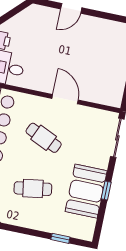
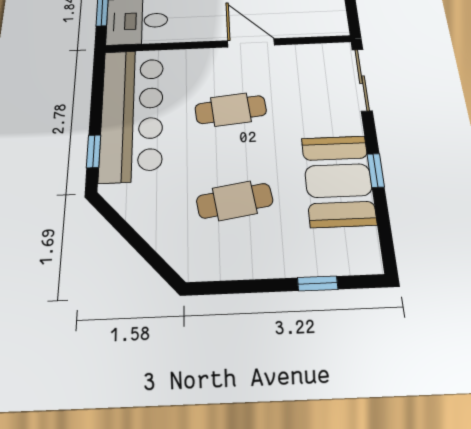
cafe table: (44, 138) -> (231, 110), turned -30

